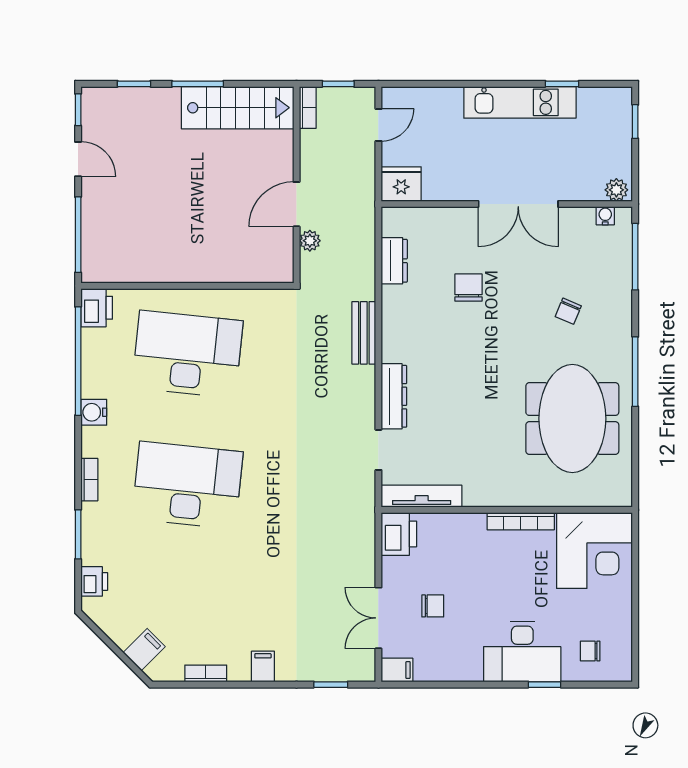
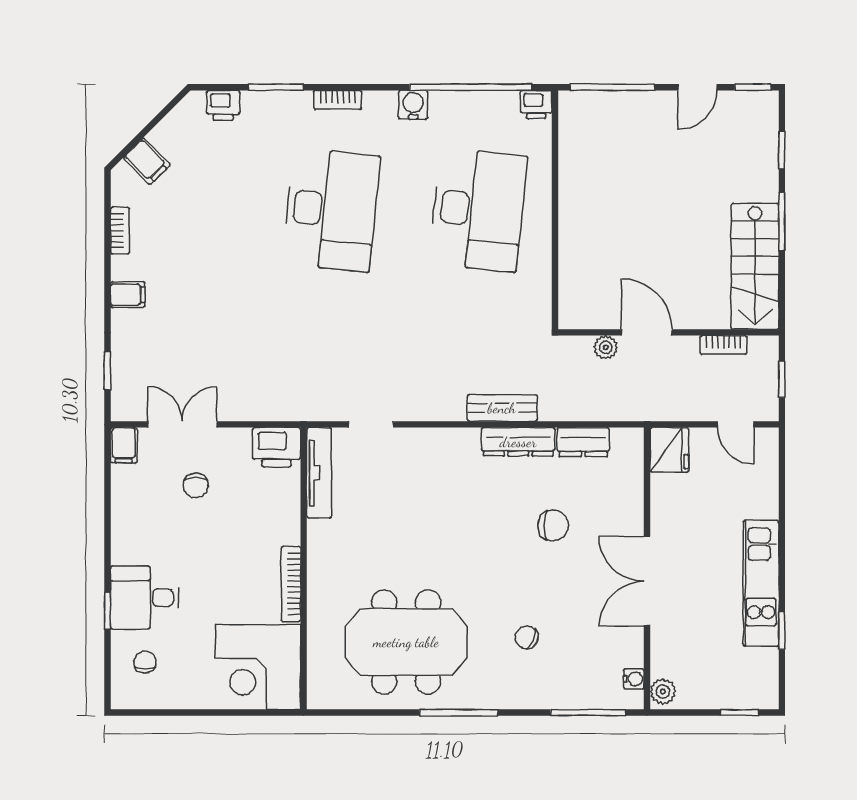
bookcase: (308, 107) -> (723, 345), moved
printer: (97, 308) -> (536, 105), width x0.73, depth x0.81
dresser: (394, 396) -> (518, 442), moved
desk: (522, 652) -> (145, 598), width x0.73

